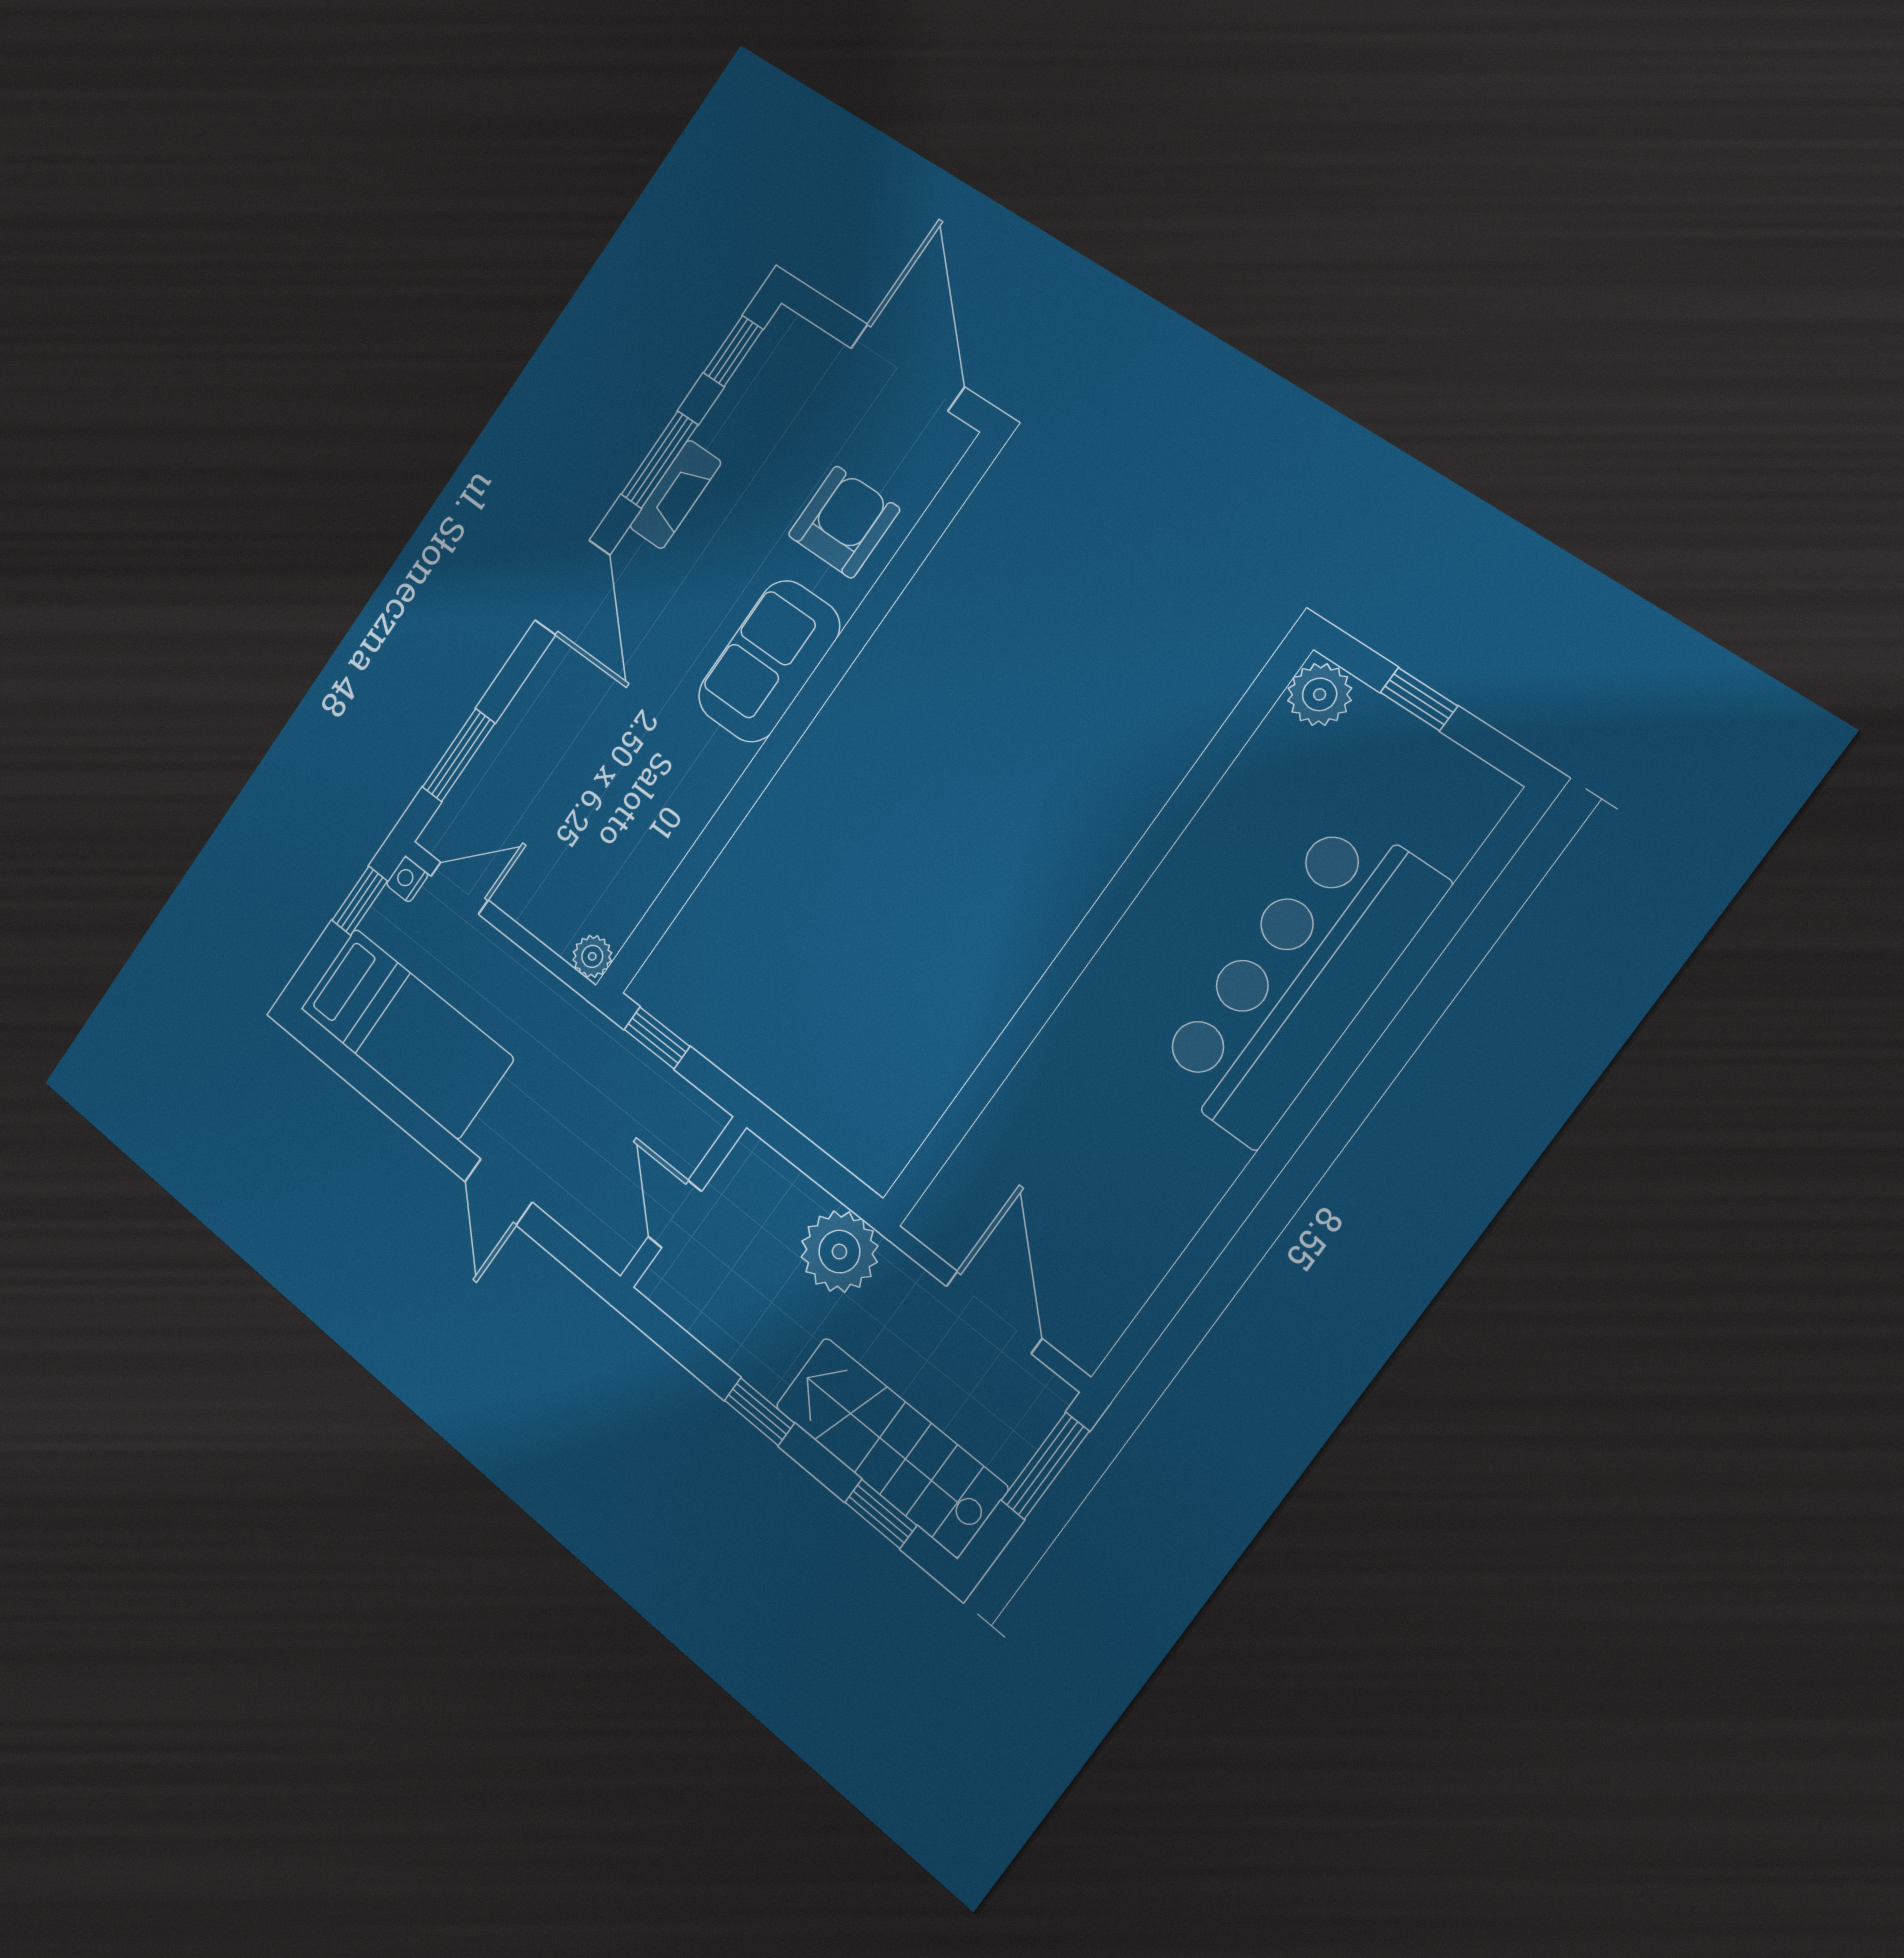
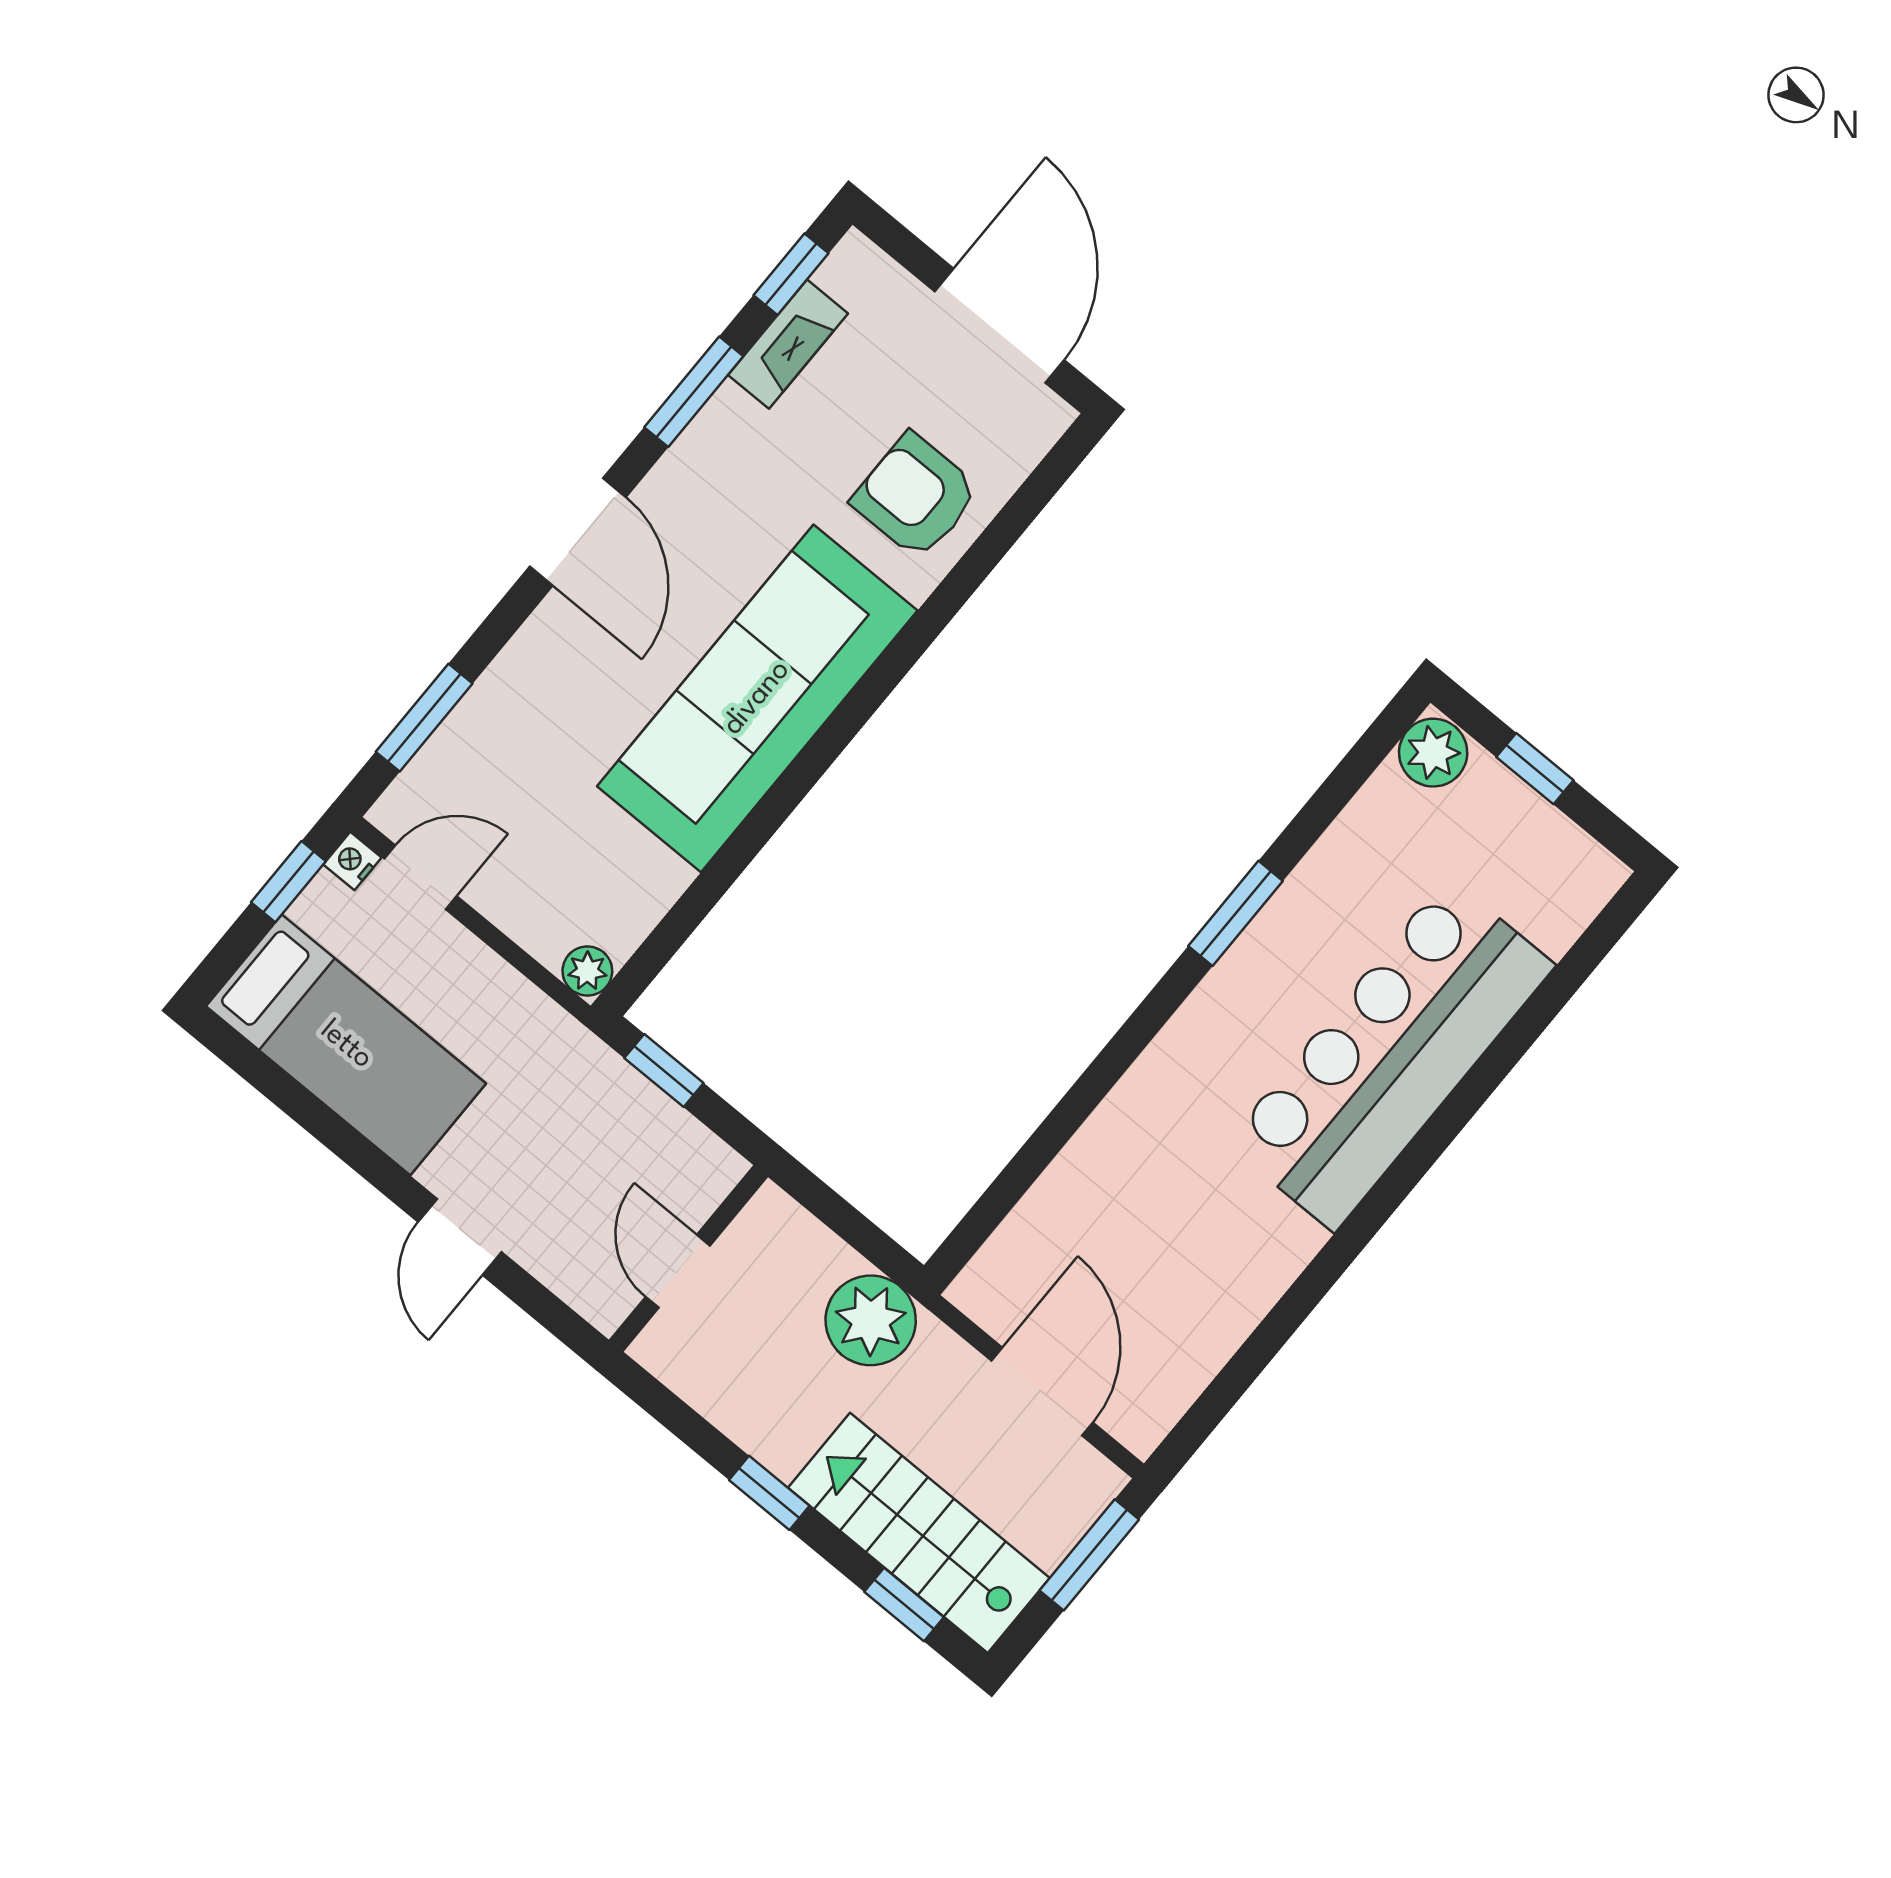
fireplace: (675, 494) -> (788, 344), moved
armchair: (844, 522) -> (916, 496), turned -90
sofa: (769, 661) -> (757, 698), width x1.85, depth x1.27
window: (1144, 860) -> (1235, 913), added

